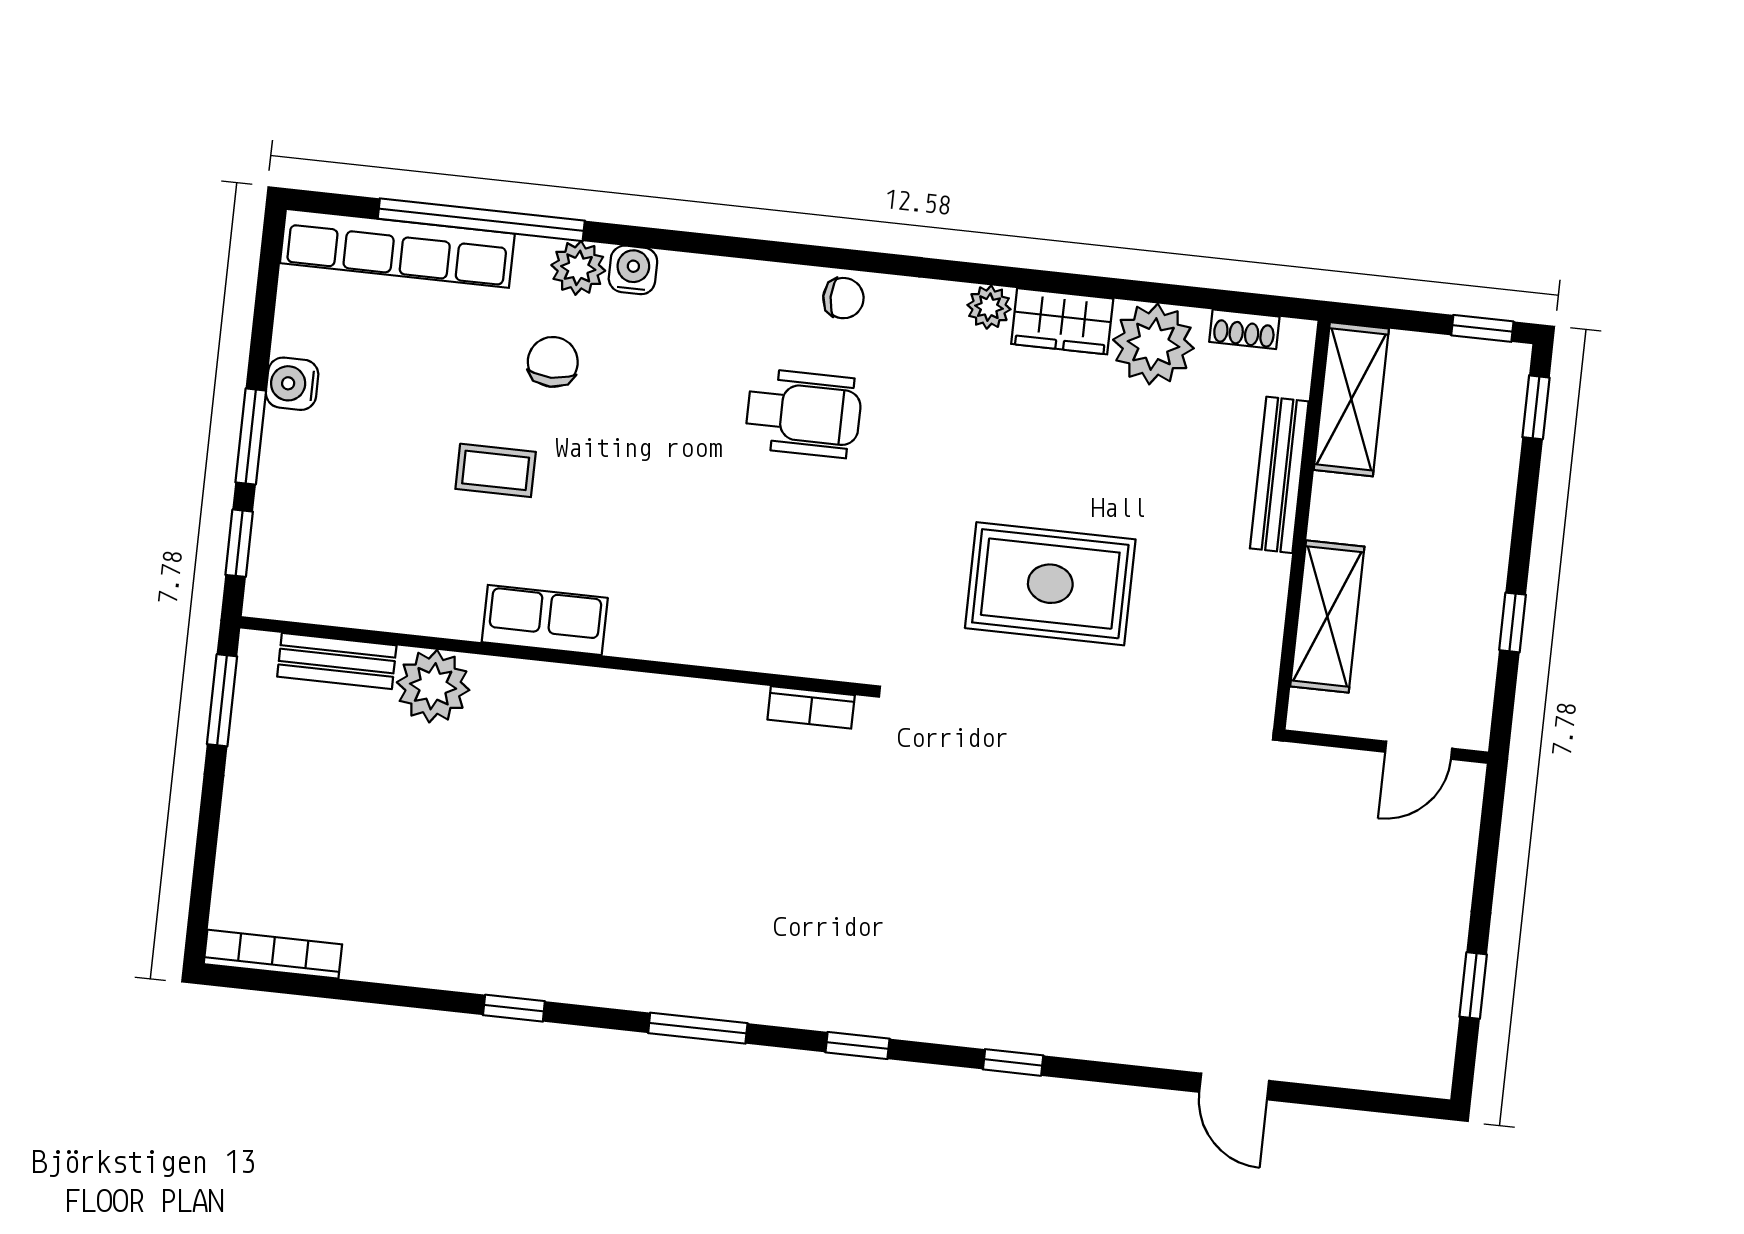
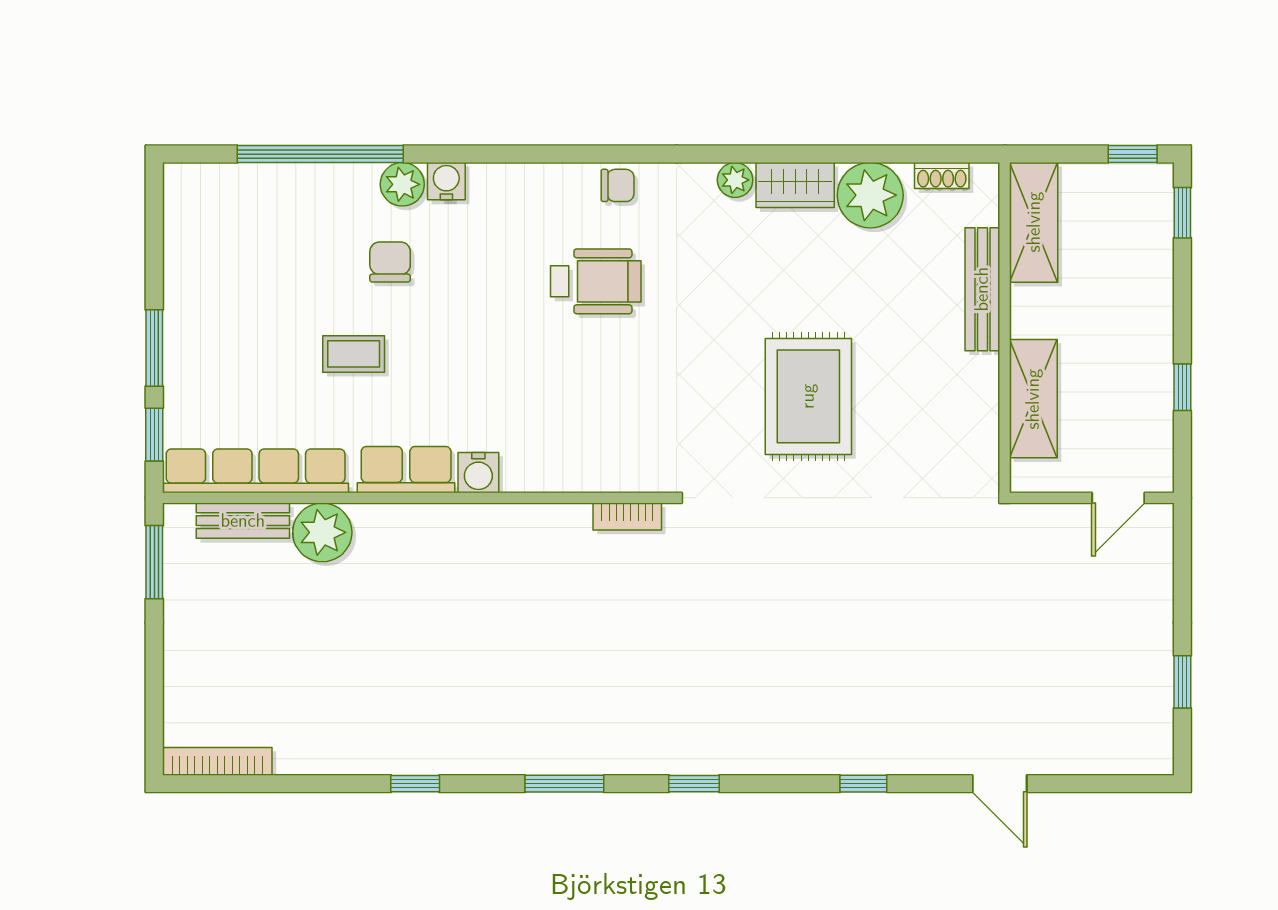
row of seats: (397, 248) -> (256, 471), moved, turned 180
water cooler: (292, 384) -> (478, 473), moved, turned -90
rug: (1050, 584) -> (808, 396), turned 90
window: (1013, 1062) -> (863, 784), moved

